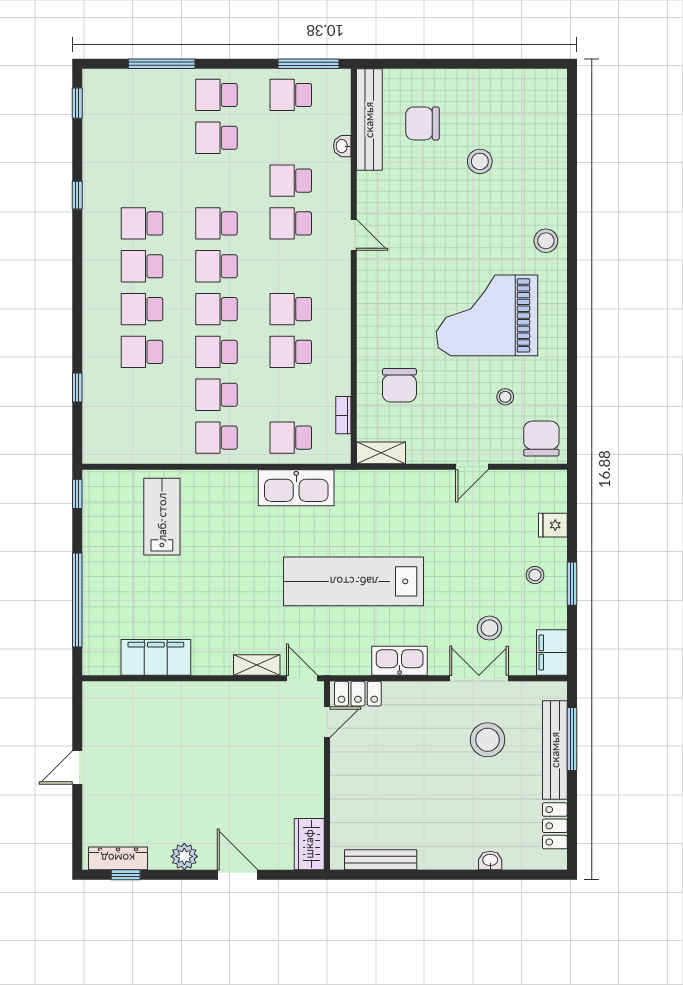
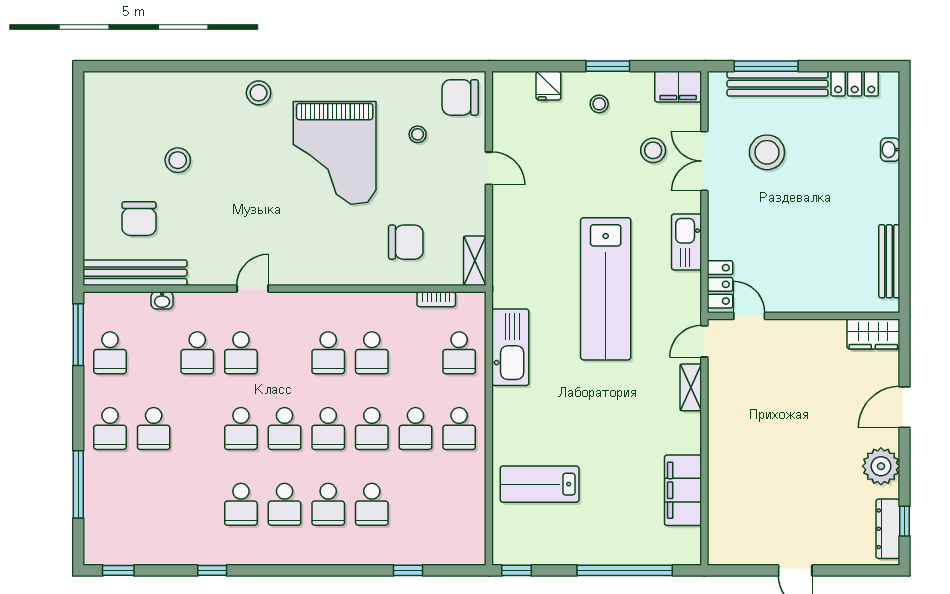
plant: (184, 856) -> (881, 466), width x1.36, depth x1.36

